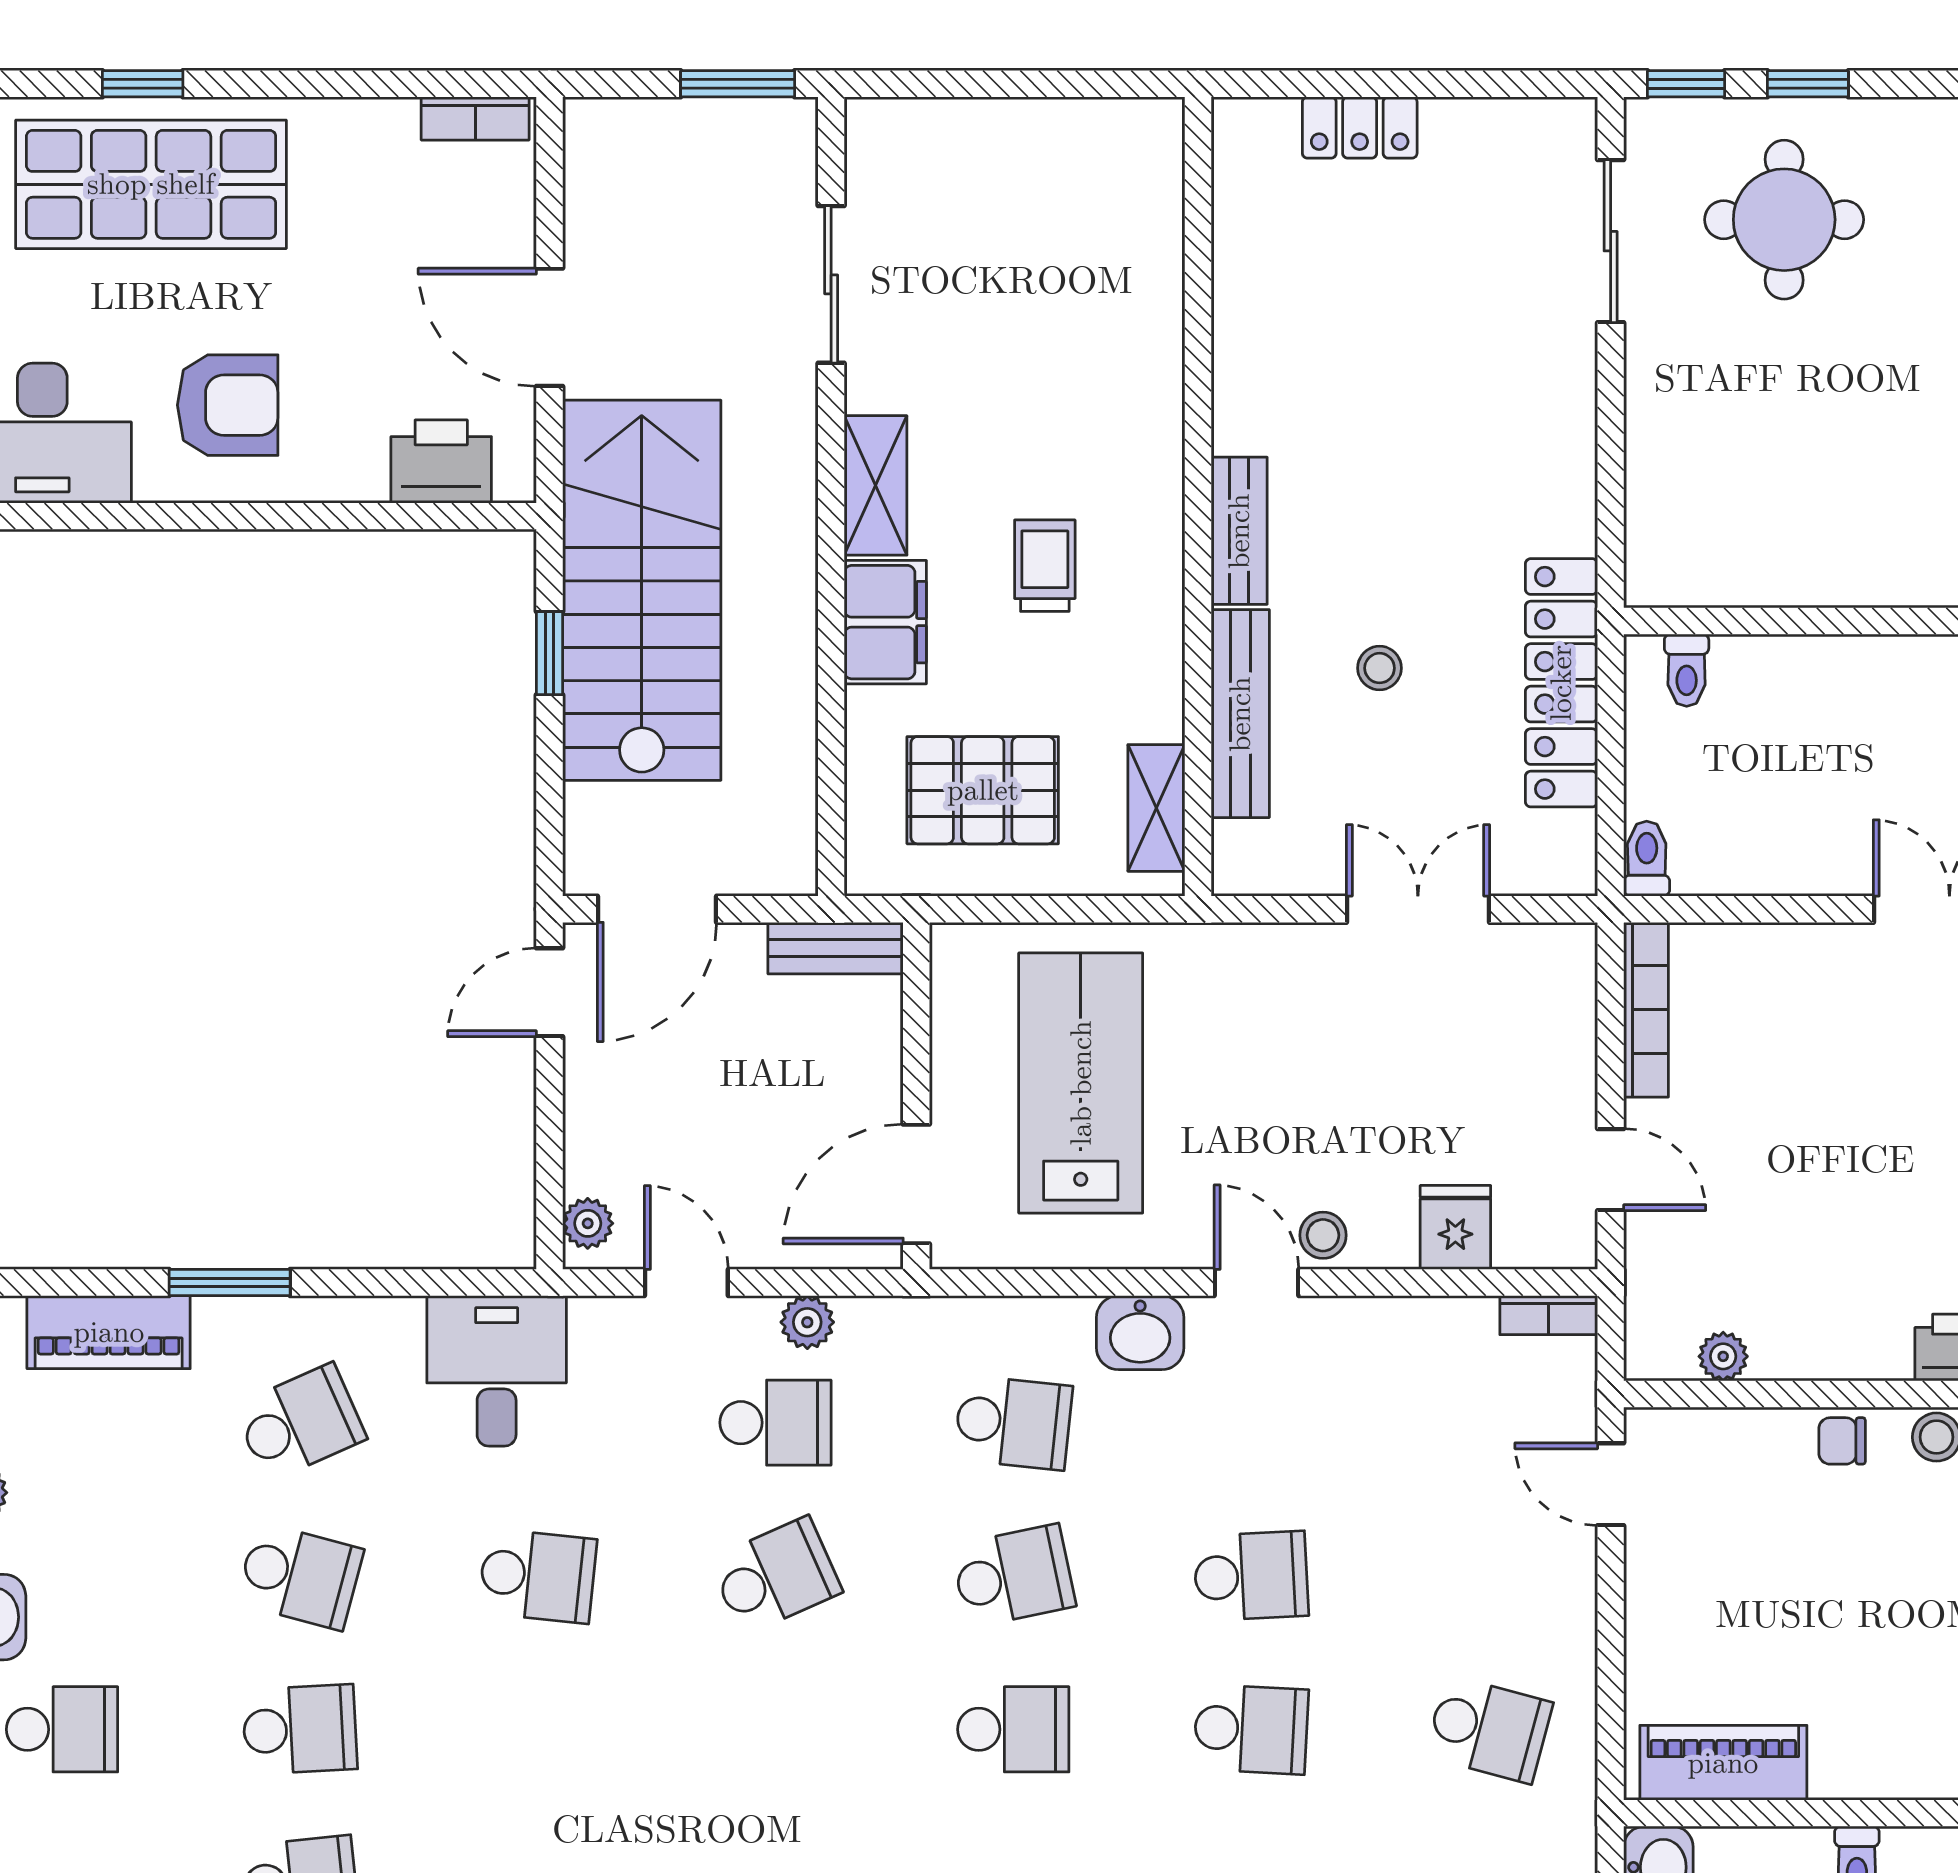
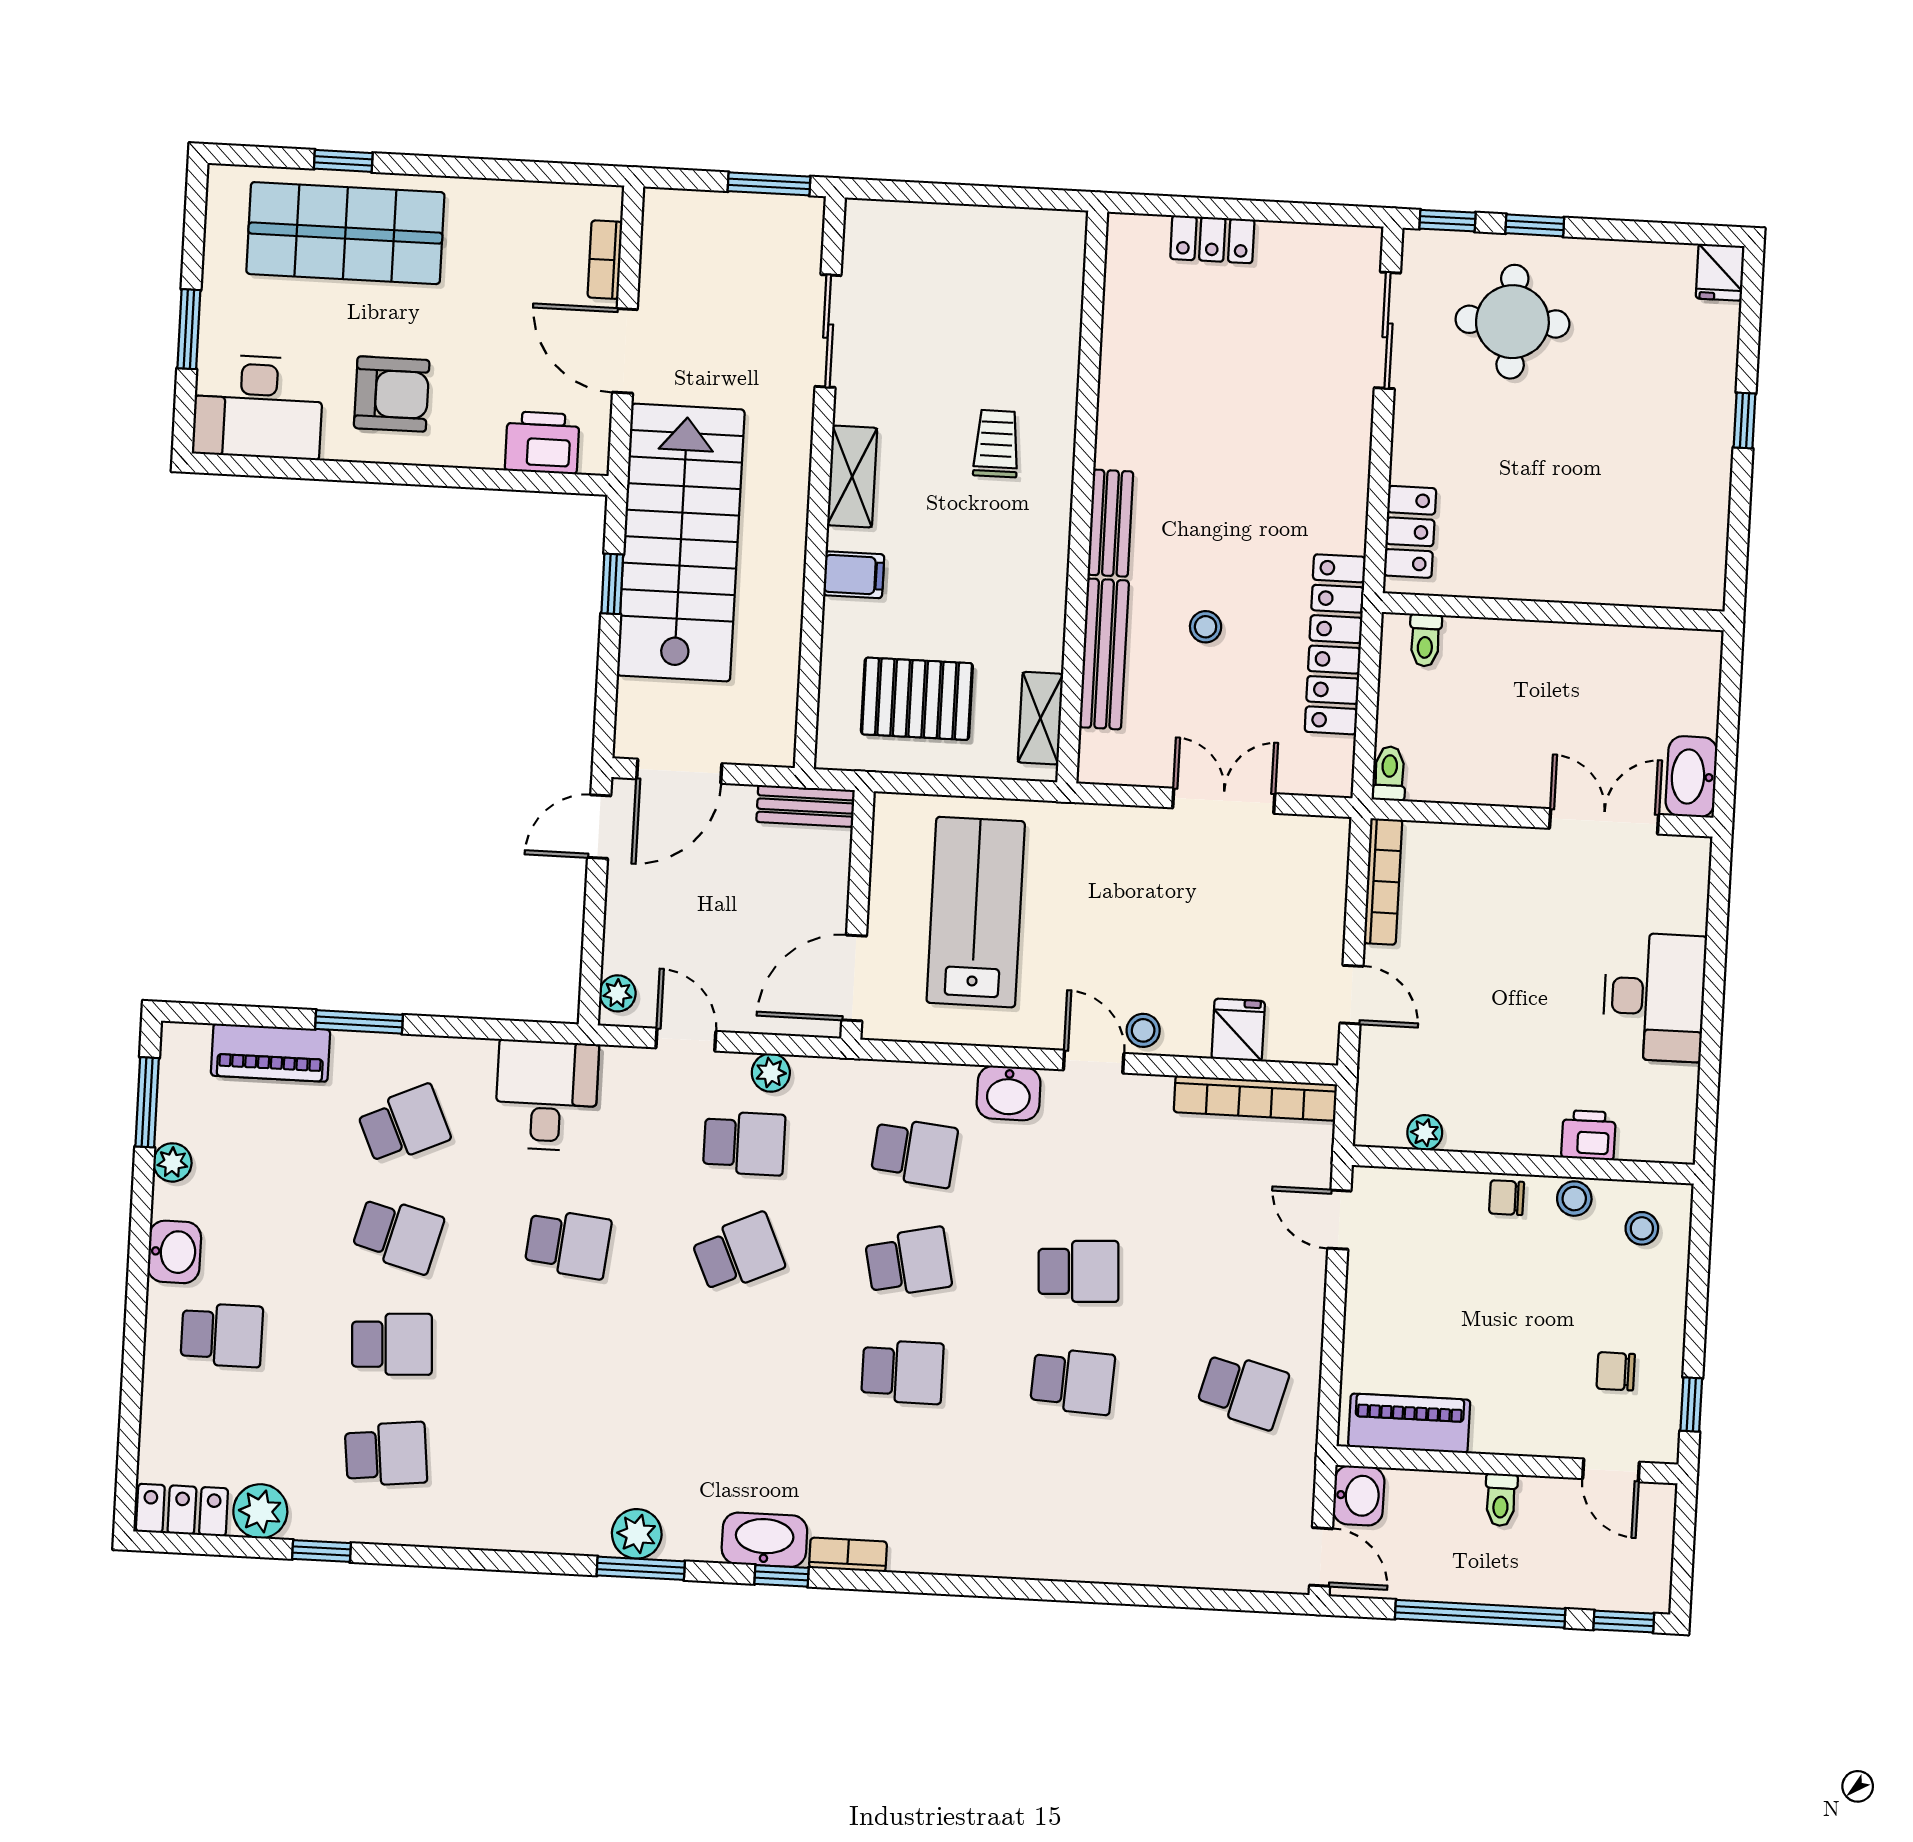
bookcase: (475, 118) -> (605, 260), moved, turned 90
locker: (1657, 520) -> (1410, 532), added
trolley: (1045, 566) -> (996, 444), moved
filing cabinet: (885, 622) -> (854, 575), width x0.50
bookcase: (1549, 1315) -> (1255, 1098), width x2.31, depth x1.31

